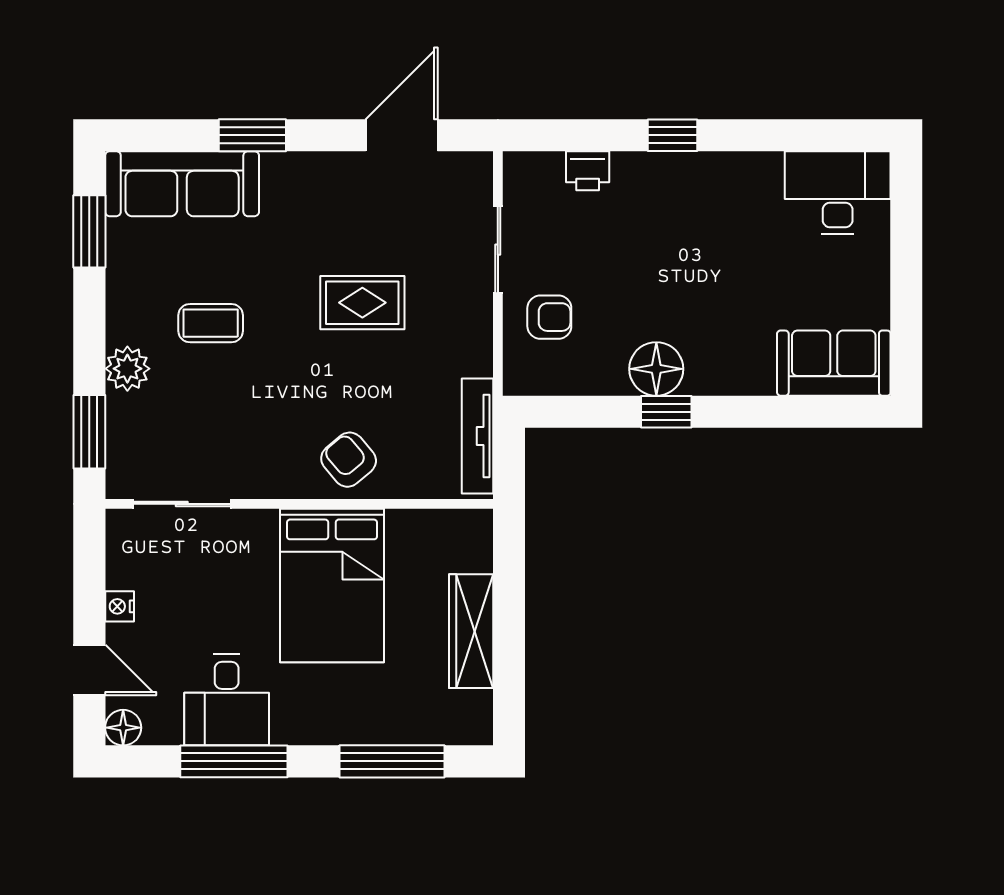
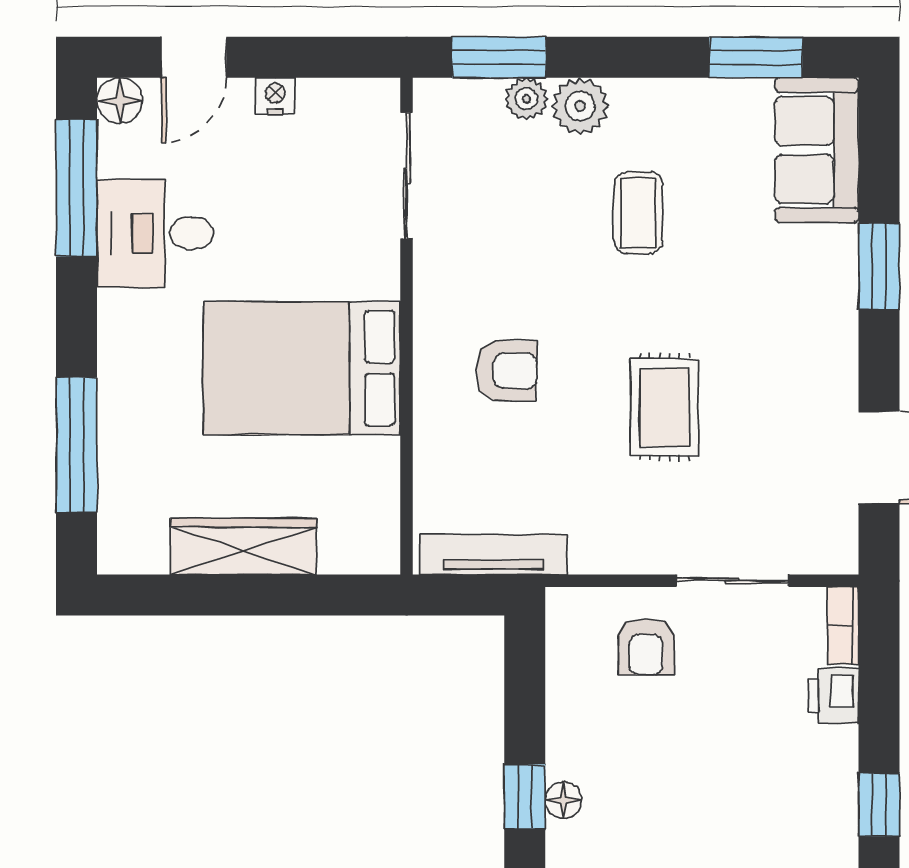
bookcase: (533, 163) -> (843, 626), added
sofa: (182, 184) -> (817, 150), width x0.73
floor lamp: (656, 369) -> (563, 800), width x0.53, depth x0.53
plant: (122, 410) -> (526, 99), added
armchair: (349, 460) -> (507, 370), moved, turned 41
window: (234, 761) -> (77, 188), moved

